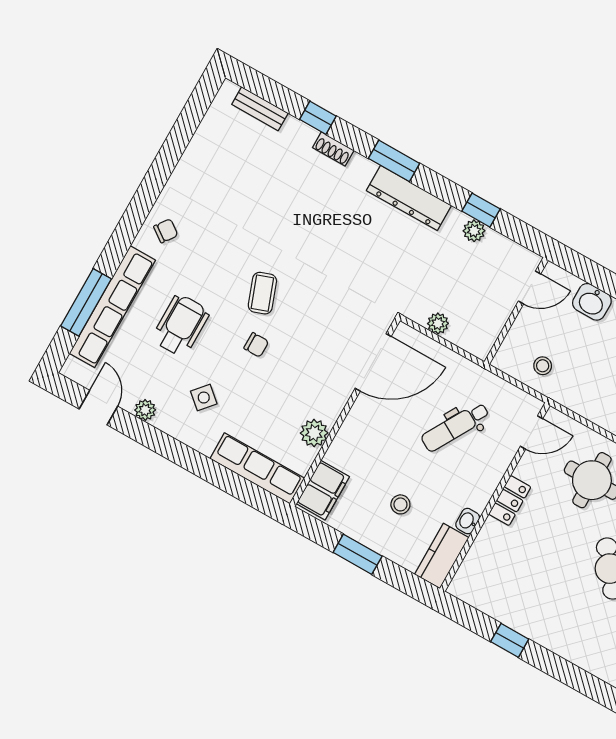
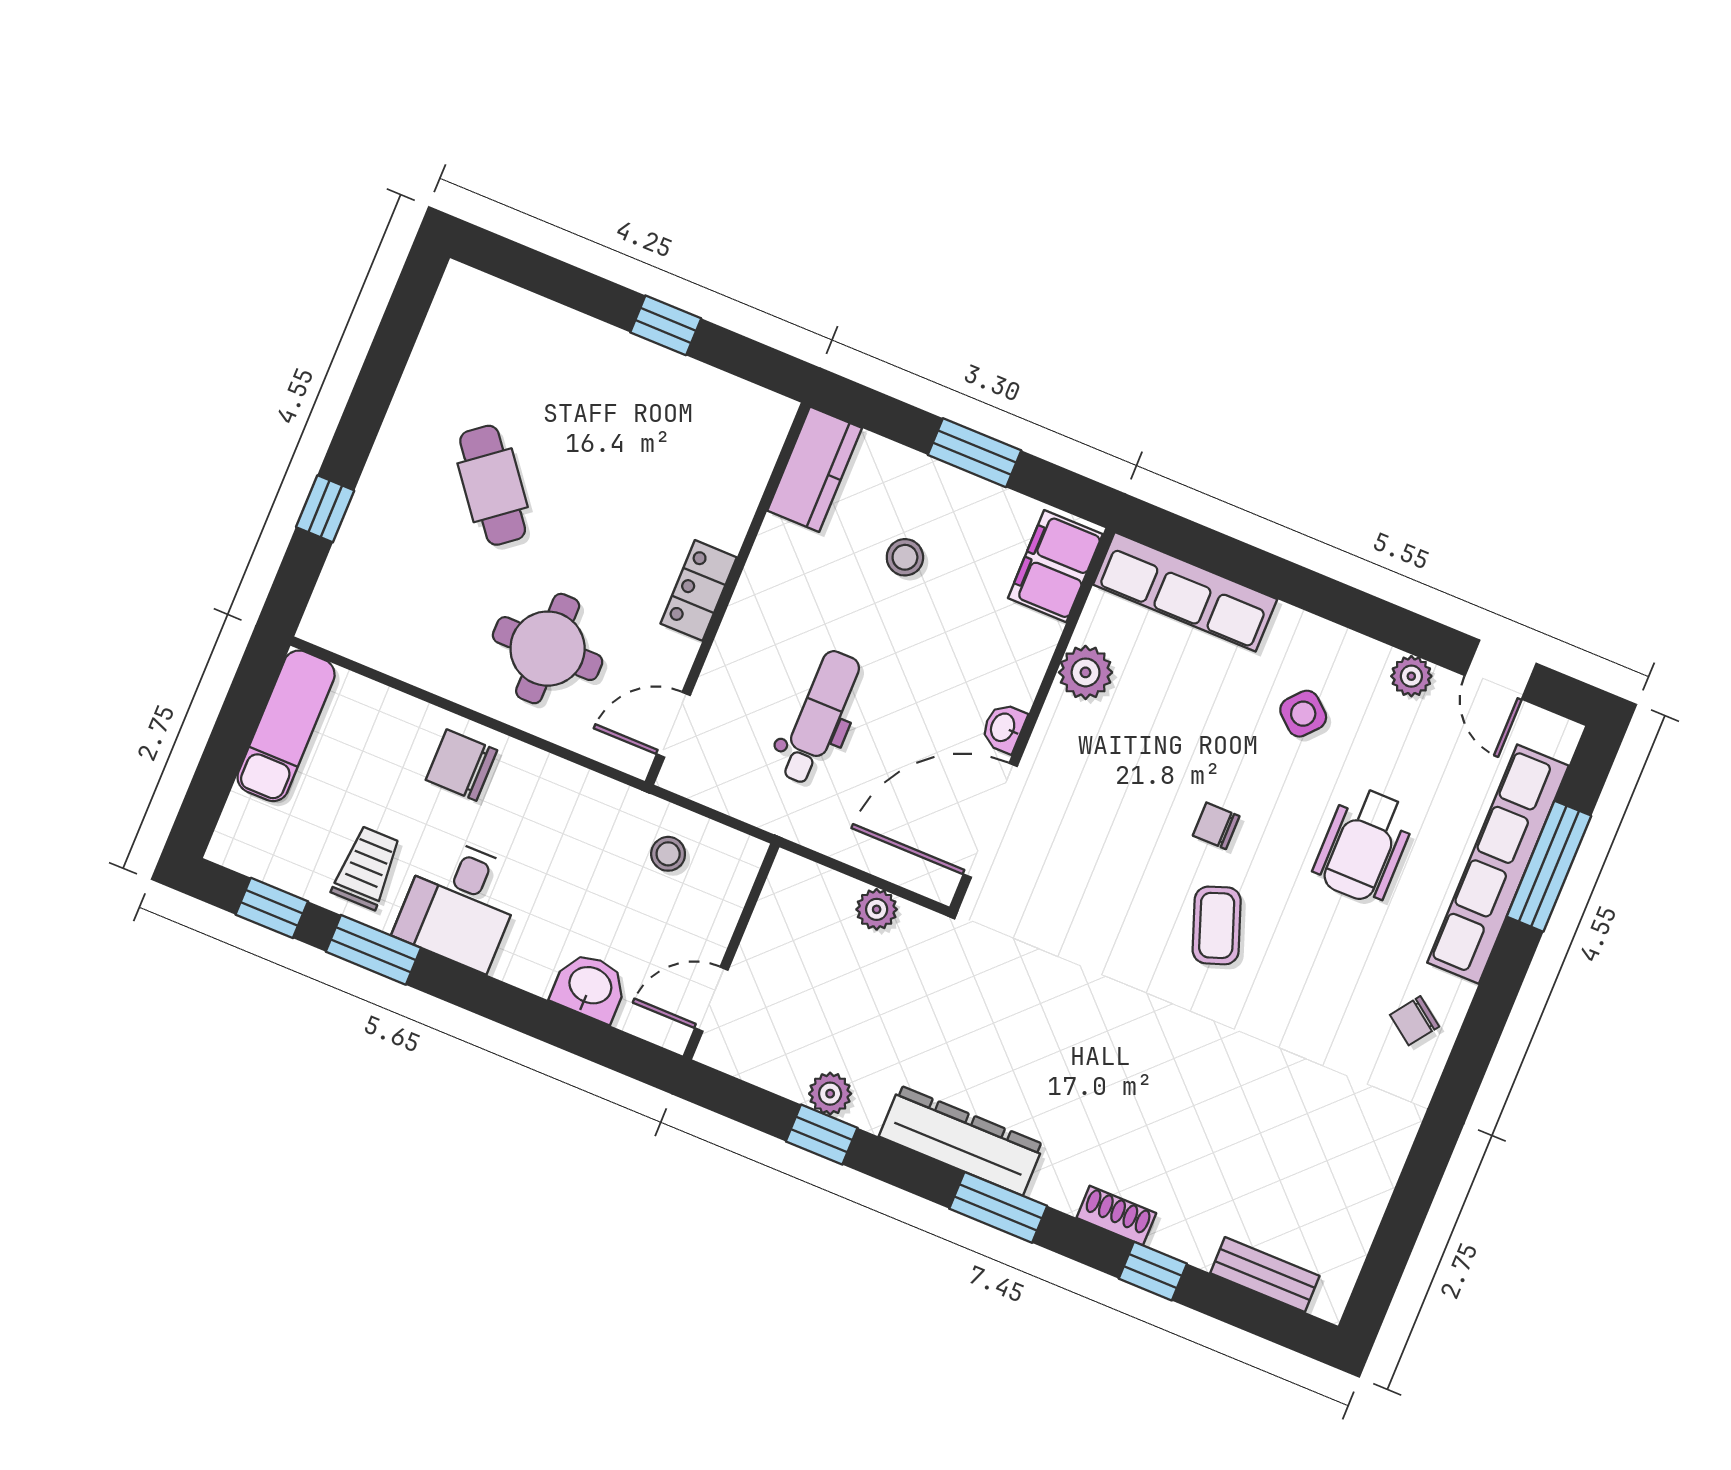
dental chair: (455, 427) -> (819, 717), turned -30
washbasin: (468, 521) -> (1004, 728), moved, turned 180

